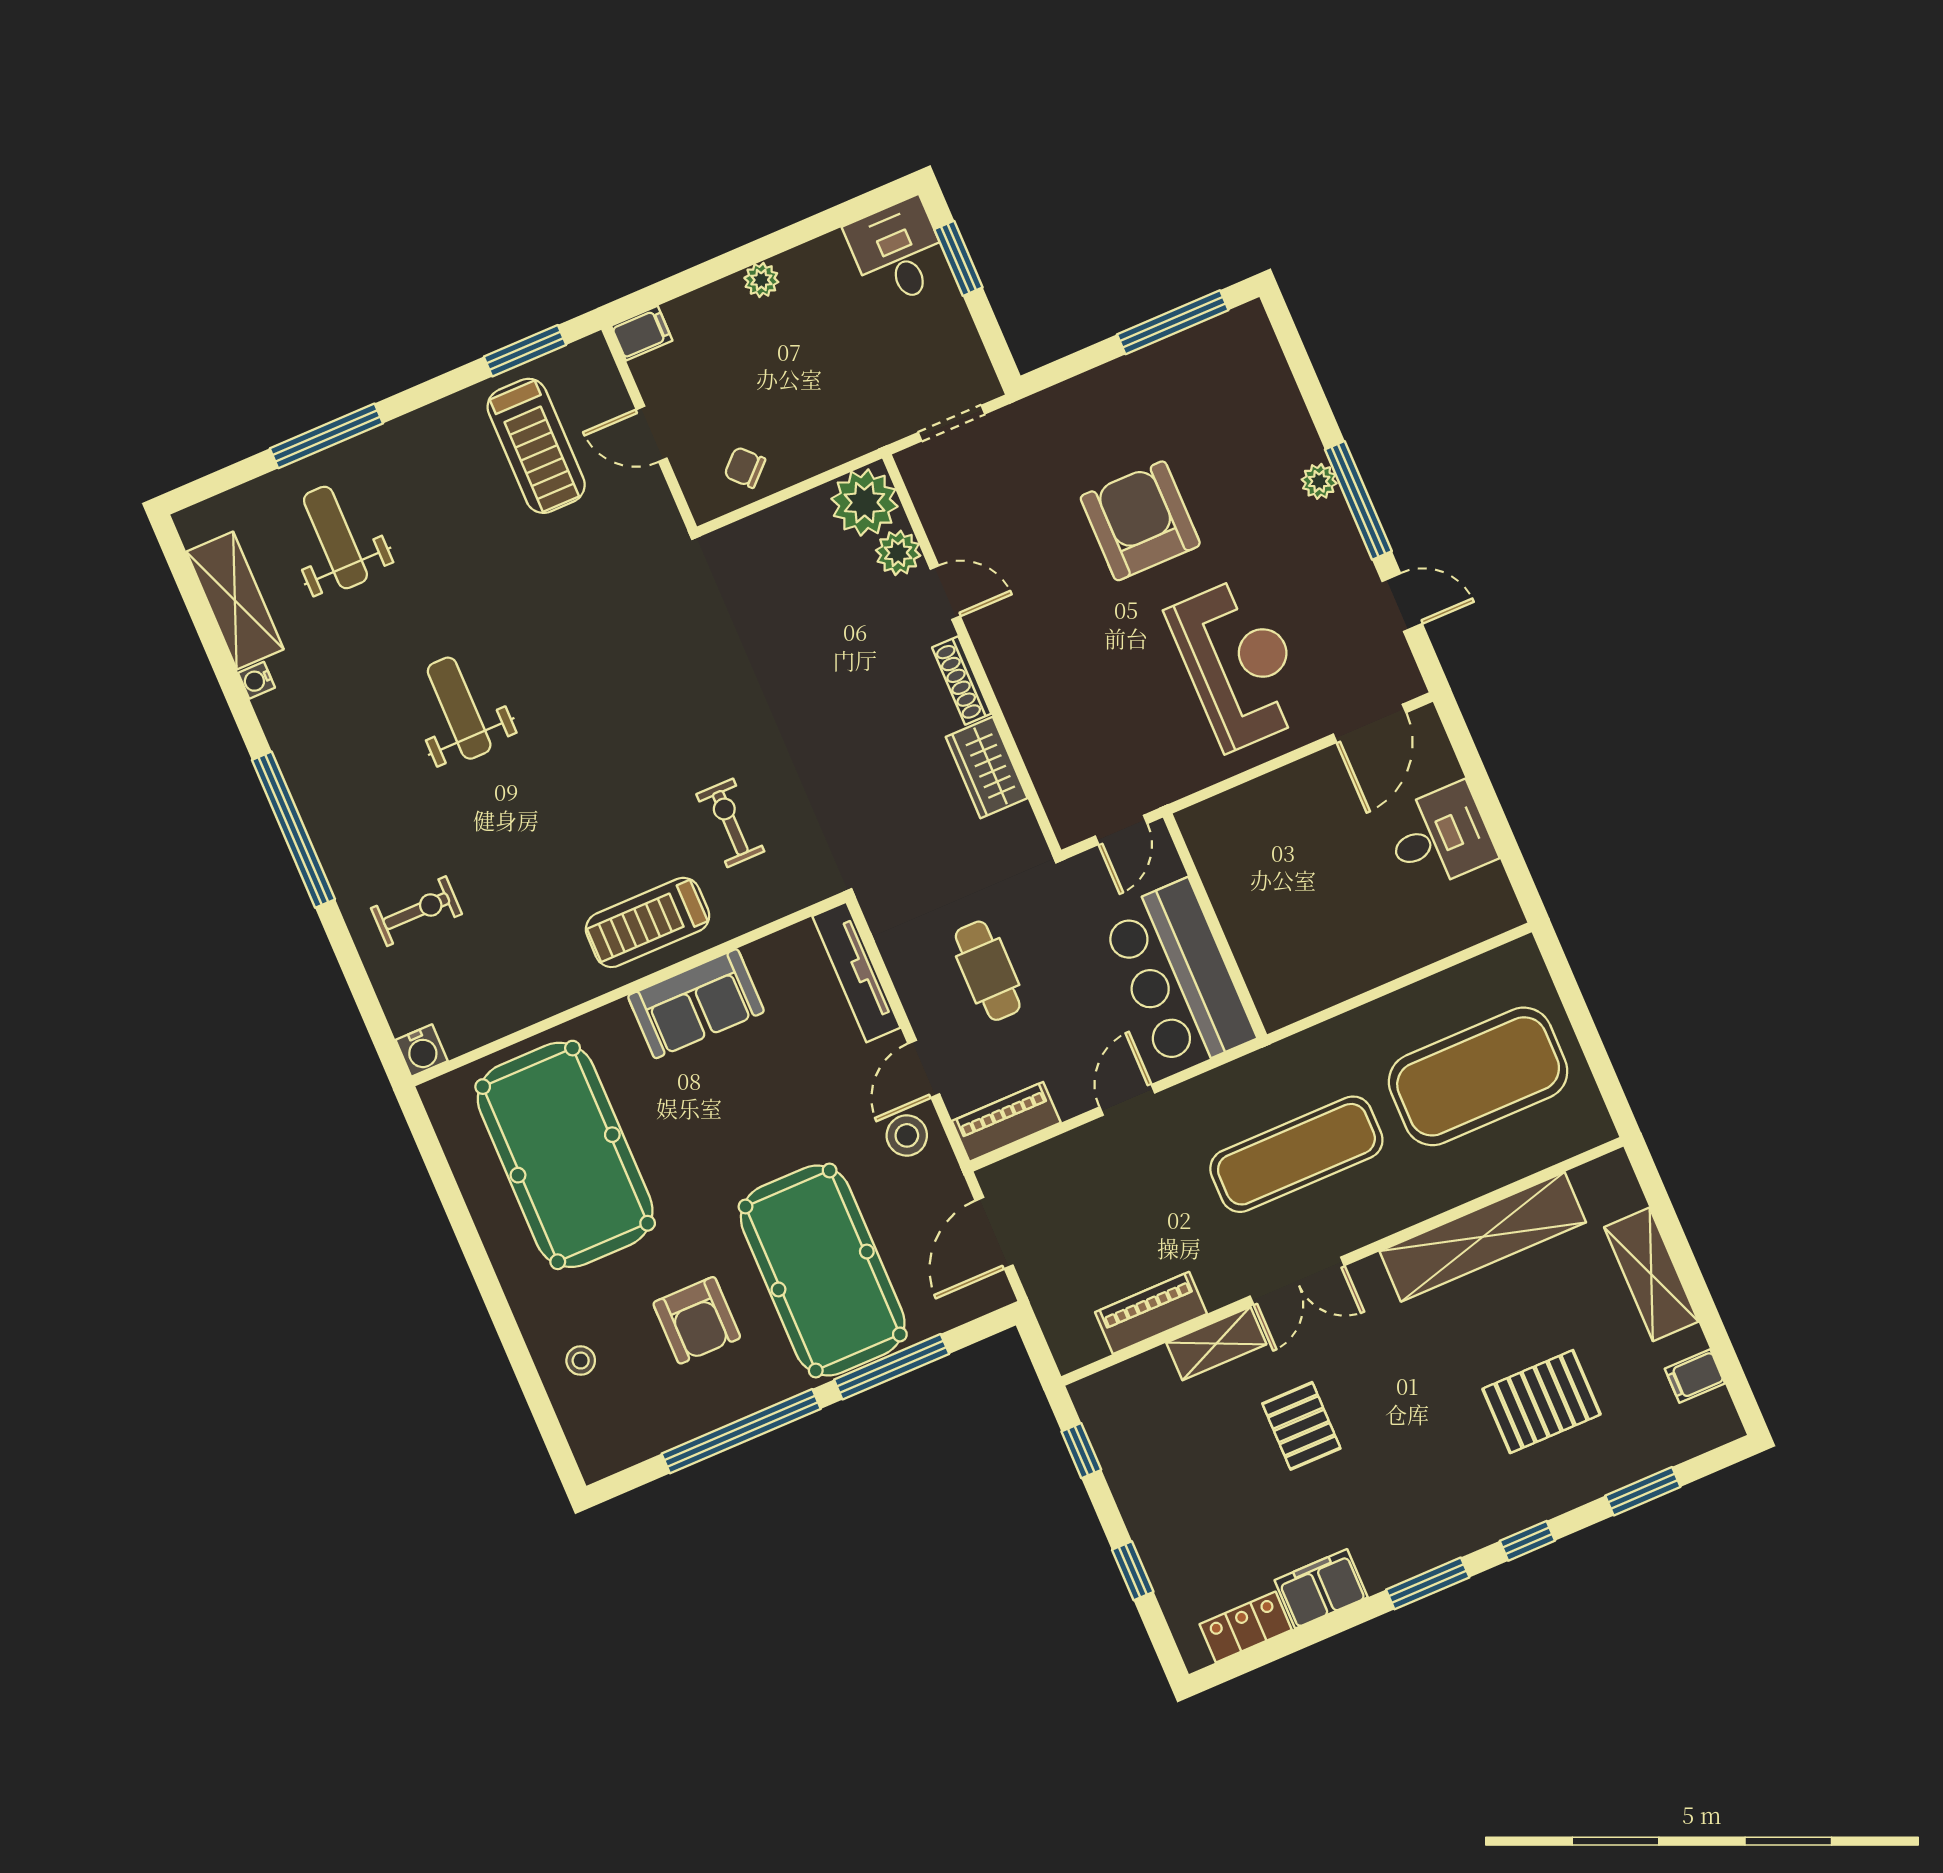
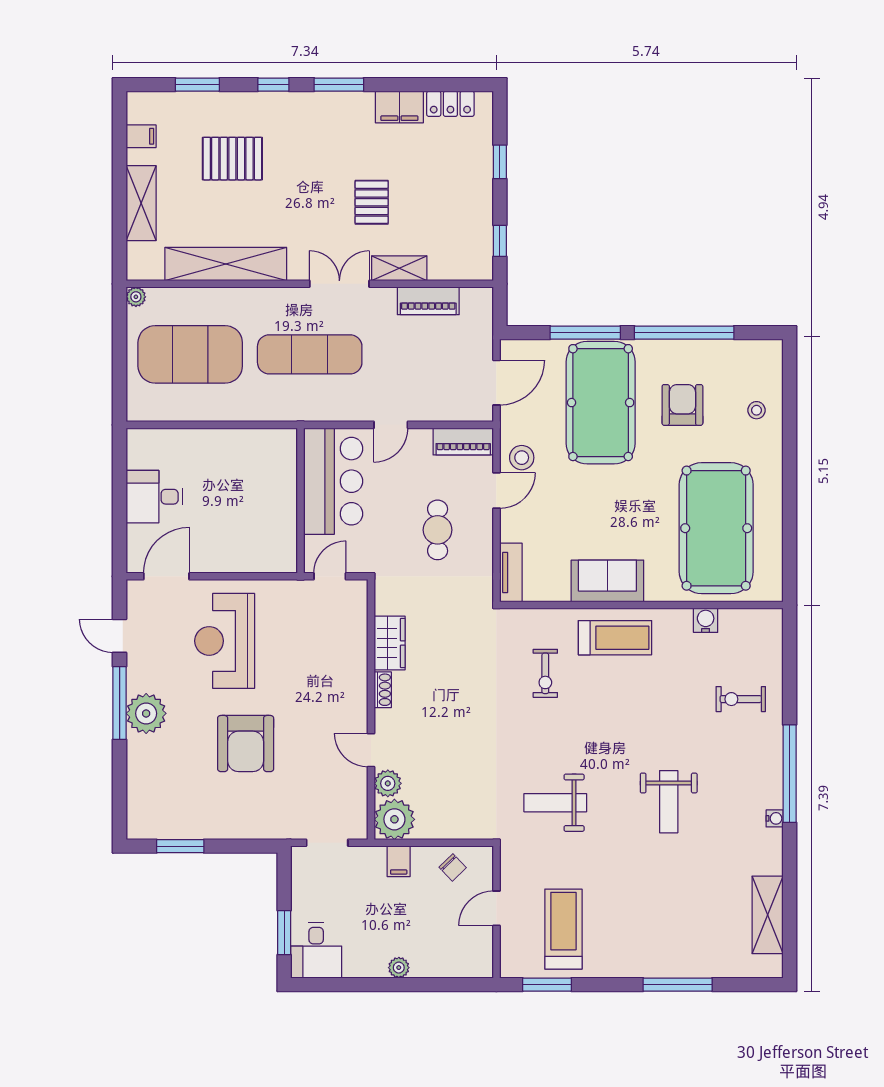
window: (1173, 322) -> (180, 846), width x0.69
filing cabinet: (642, 333) -> (399, 861), moved, turned -90
door: (652, 434) -> (496, 908), swing flipped
plant: (1319, 481) -> (146, 713), width x1.87, depth x1.87
weight bench: (335, 537) -> (555, 803), moved, turned 90
water cooler: (256, 680) -> (775, 818), moved
shoe rack: (962, 680) -> (383, 690), width x0.70
tv unit: (856, 972) -> (511, 573), width x0.71
water cooler: (422, 1051) -> (706, 620), moved
plant: (1598, 1128) -> (136, 297), added

